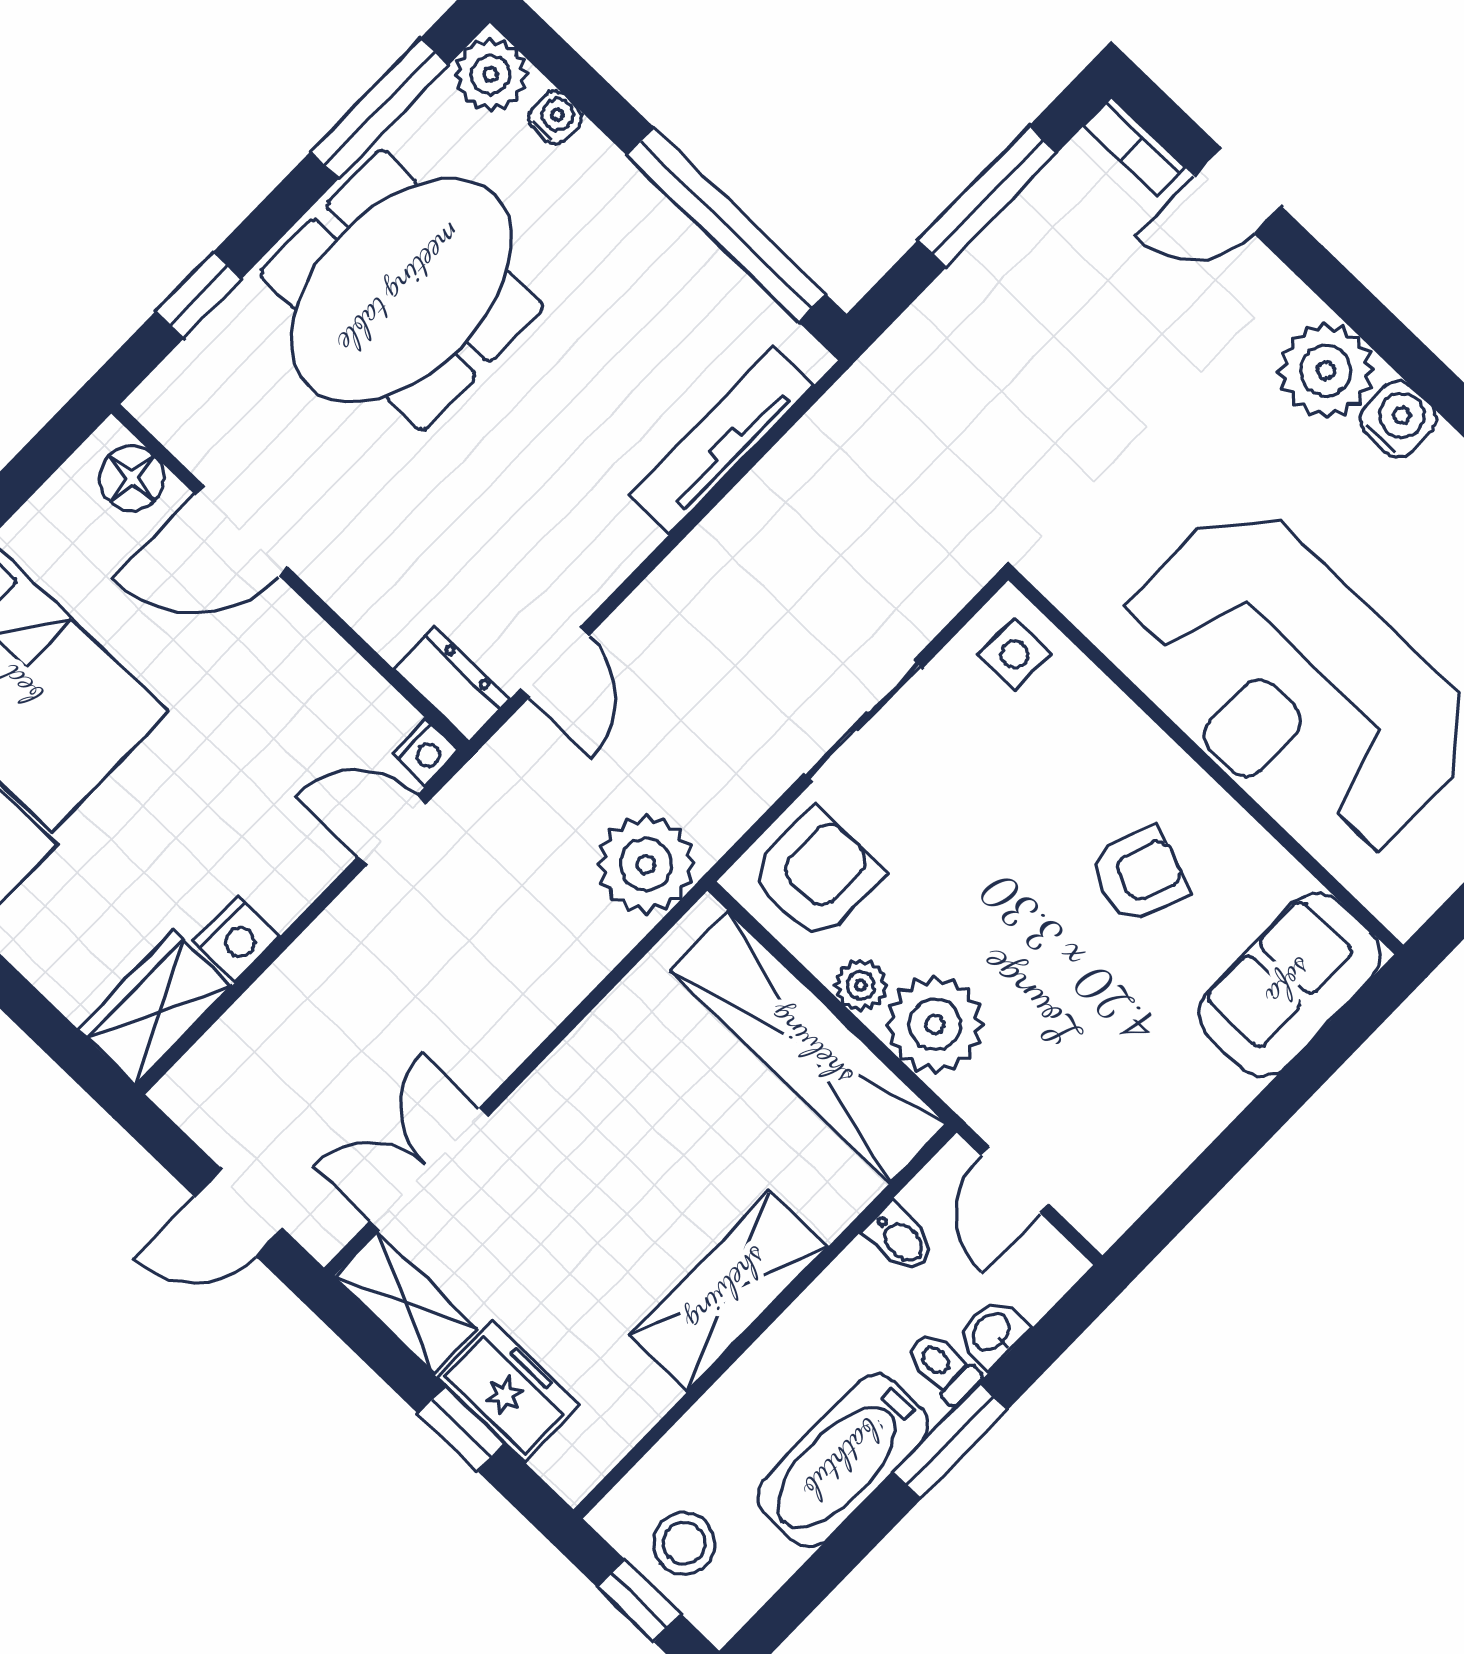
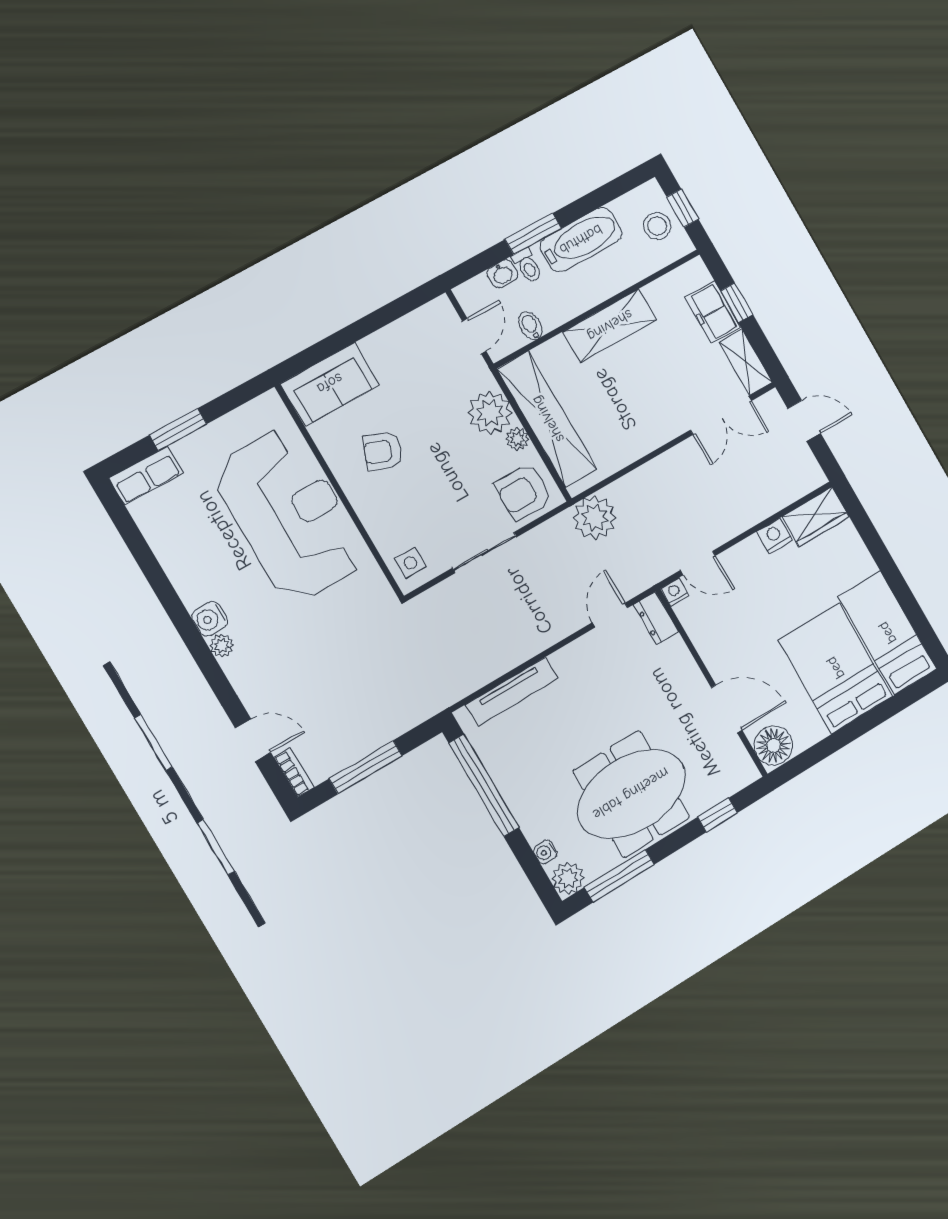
plant: (1326, 371) -> (222, 646), width x0.53, depth x0.53
floor lamp: (131, 478) -> (773, 746), width x1.38, depth x1.38

